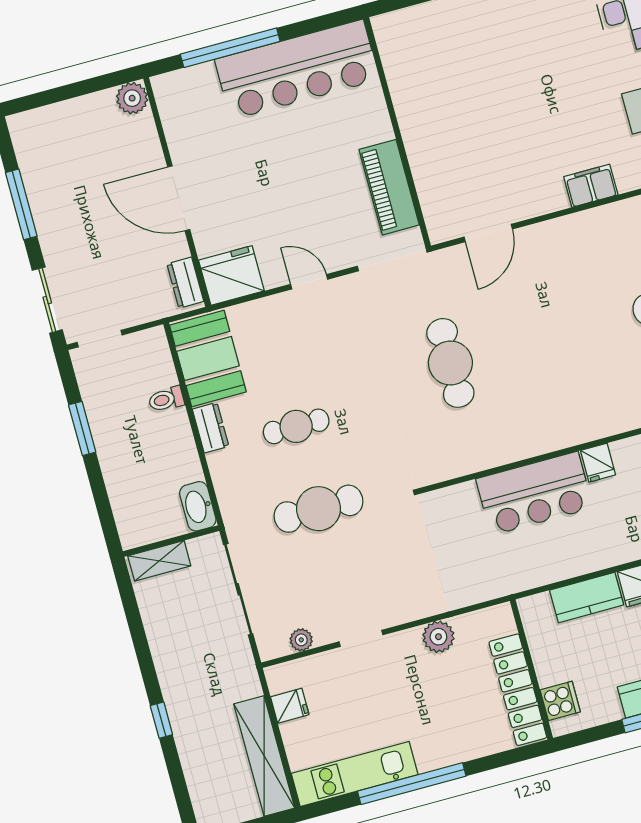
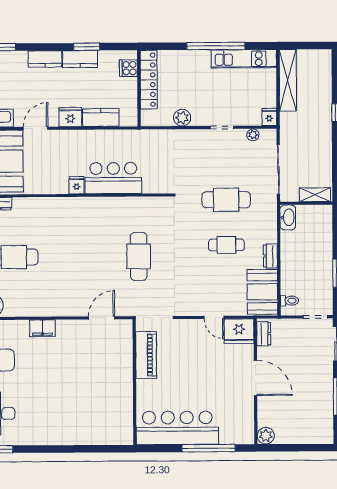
door: (309, 282) -> (214, 317), moved
toilet: (166, 399) -> (289, 301), moved
fridge: (290, 706) -> (269, 117), moved, turned 90

